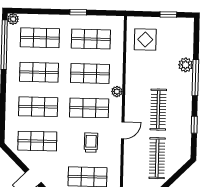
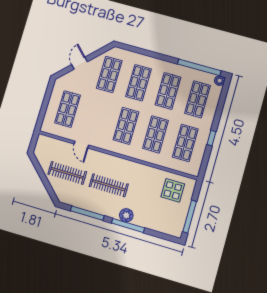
window: (168, 14) -> (190, 217), width x2.17
plant: (186, 65) -> (126, 215), moved
plant: (117, 92) -> (134, 153), removed
window: (194, 125) -> (87, 213), width x2.17
door: (123, 130) -> (81, 145), moved
trolley: (91, 143) -> (96, 120), removed

